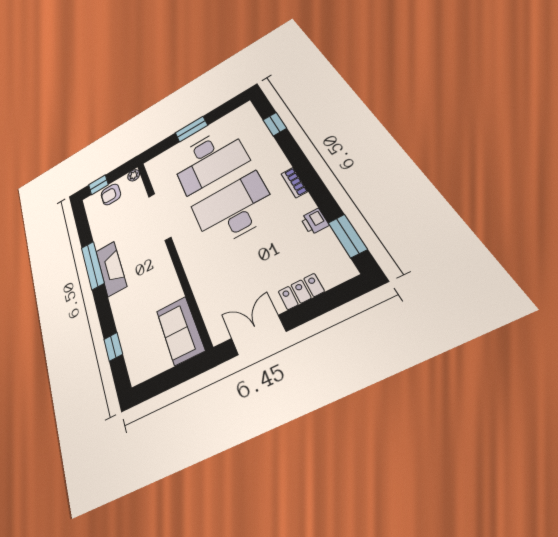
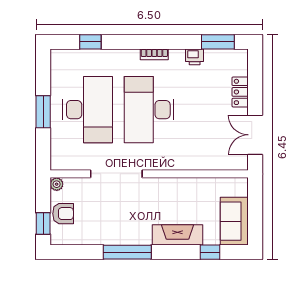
armchair: (111, 194) -> (63, 214), turned -90
fireplace: (111, 268) -> (178, 235), moved
sofa: (180, 330) -> (234, 221), moved, turned 90

